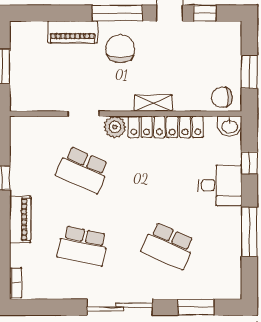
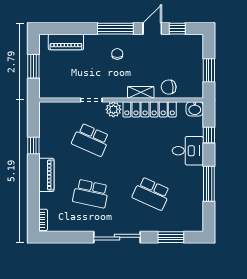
piano: (73, 32) -> (66, 42), moved
chair: (120, 49) -> (117, 54), width x0.54, depth x0.54
chair: (222, 97) -> (169, 87), moved

